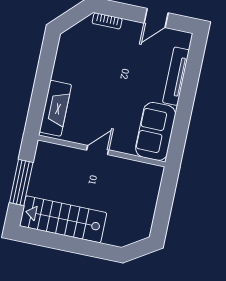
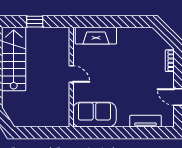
tv unit: (176, 76) -> (146, 121), width x0.71
window: (21, 182) -> (35, 22), width x0.46

